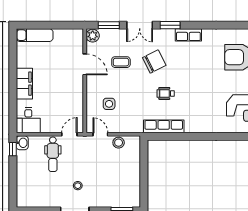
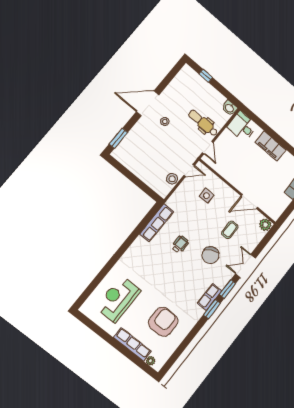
window: (109, 25) -> (212, 309), moved
window: (13, 149) -> (206, 76), moved

